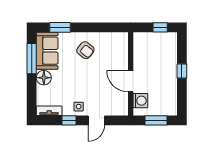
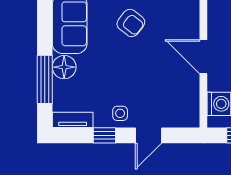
window: (32, 59) -> (45, 79), moved
door: (131, 81) -> (203, 57), moved

